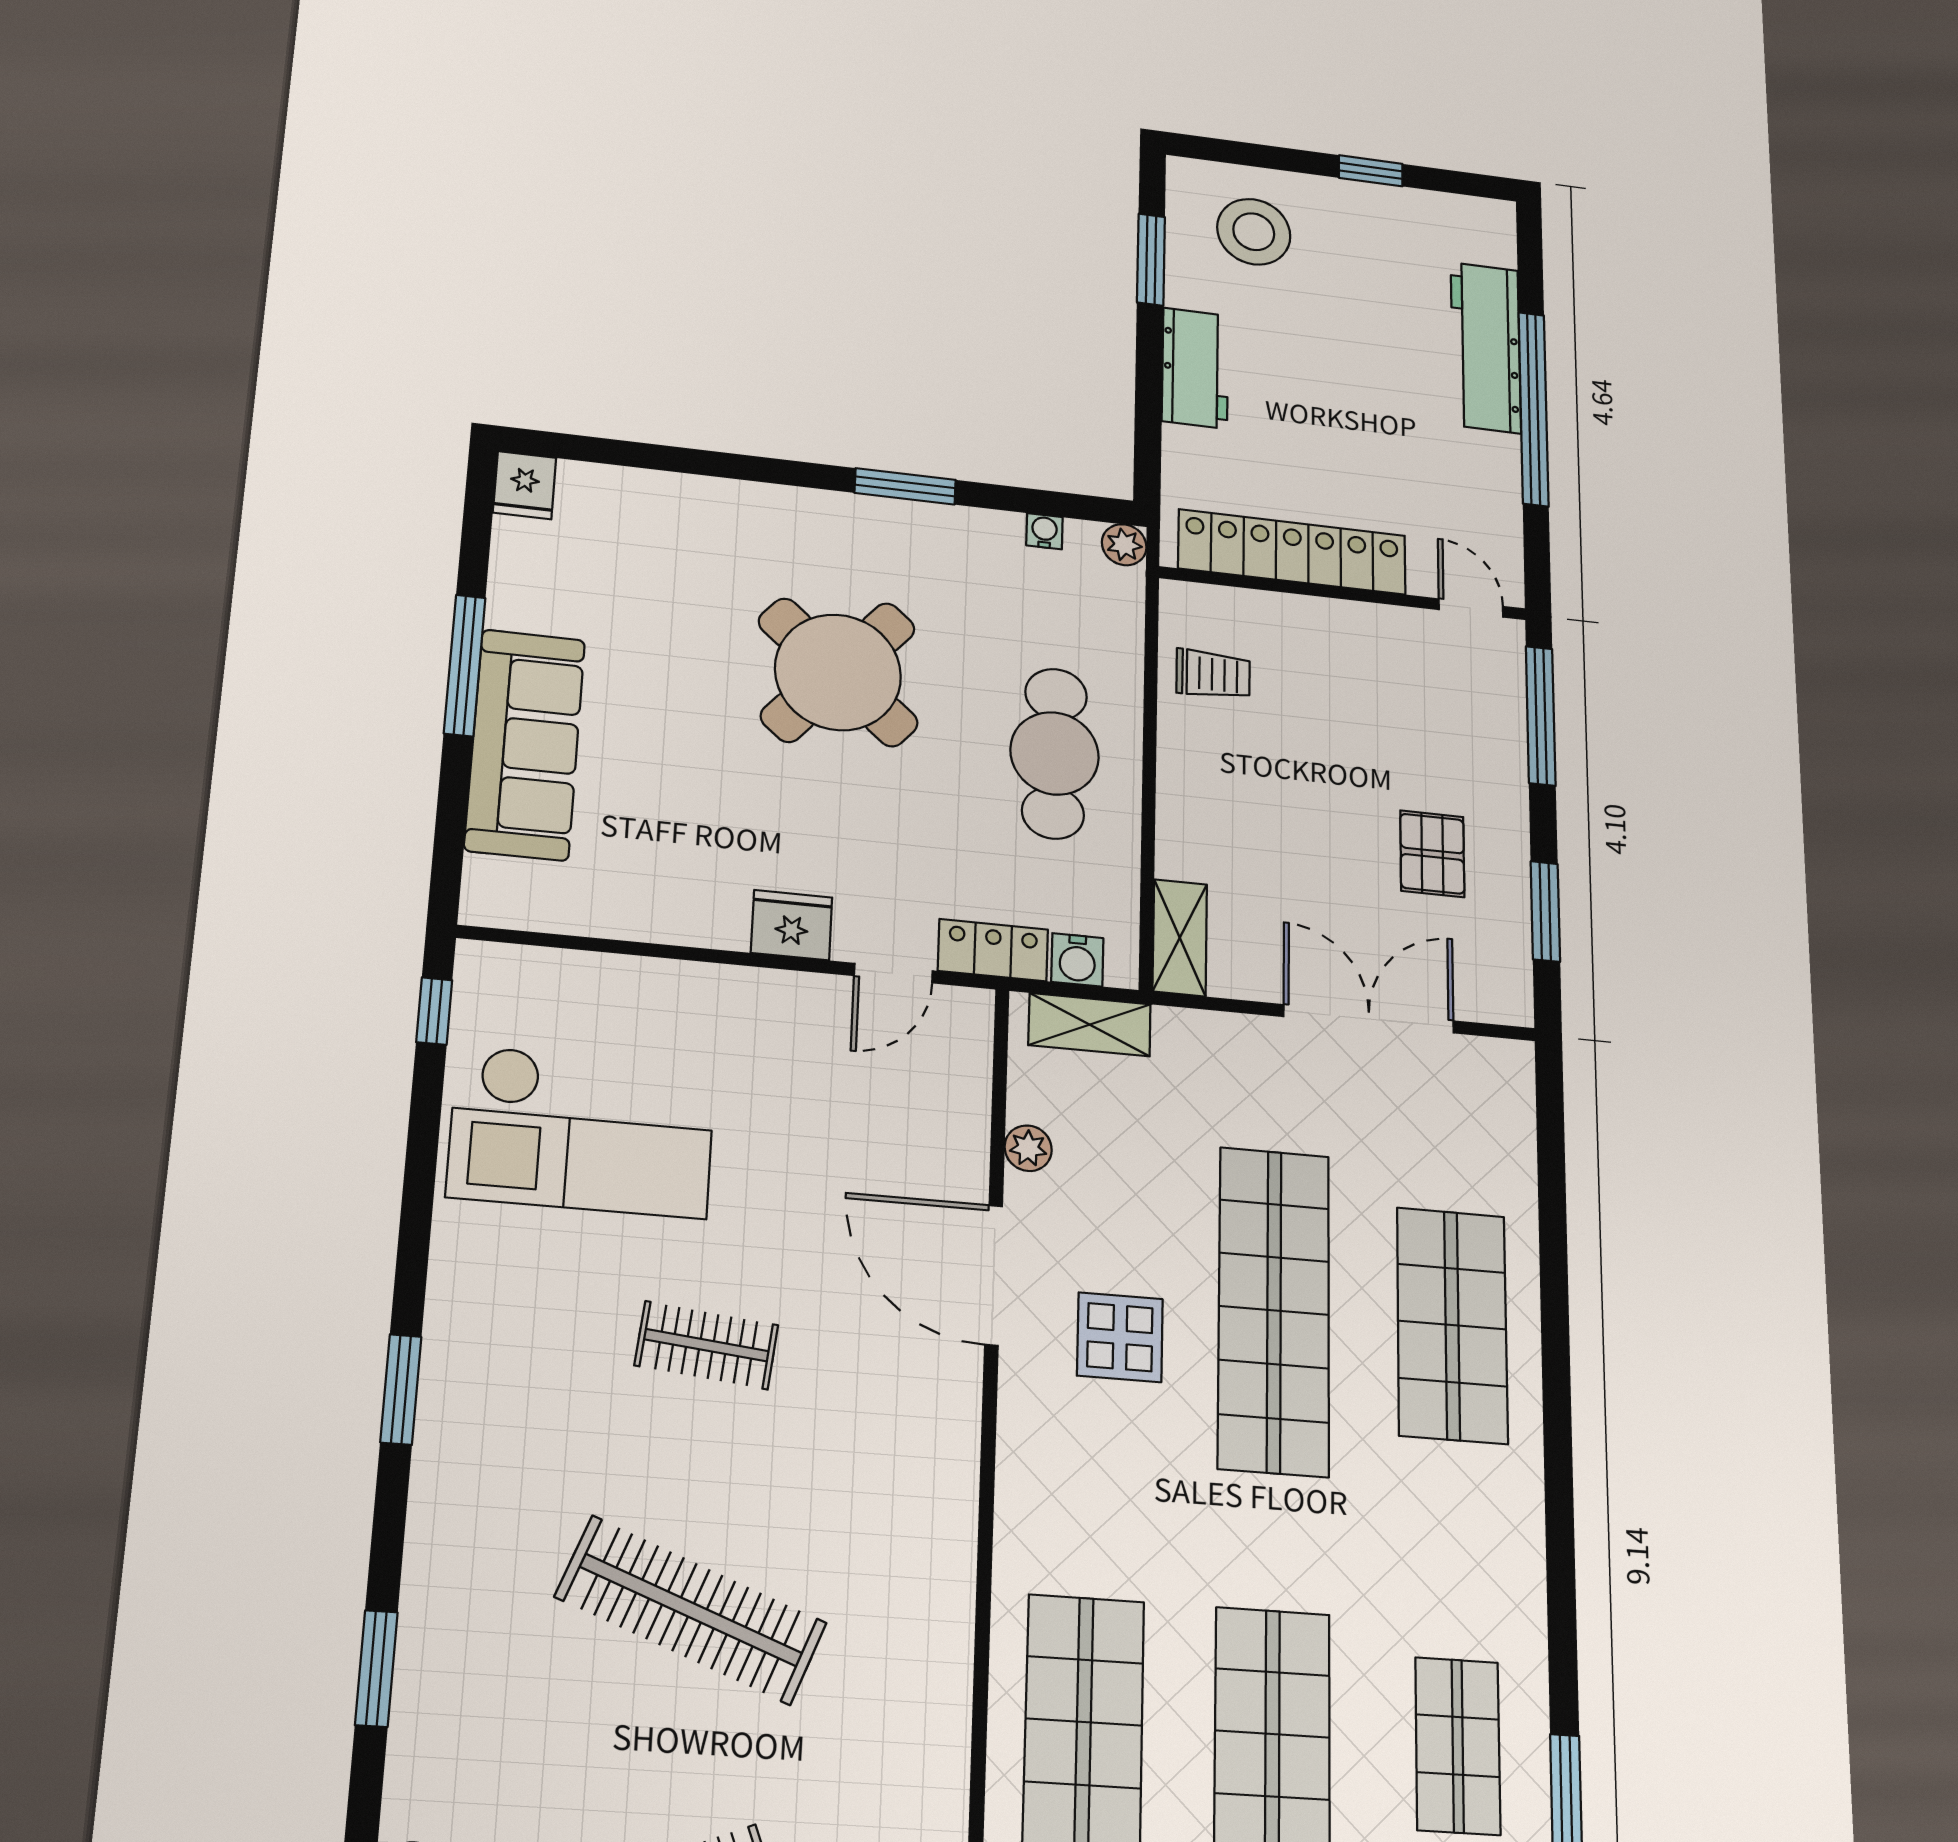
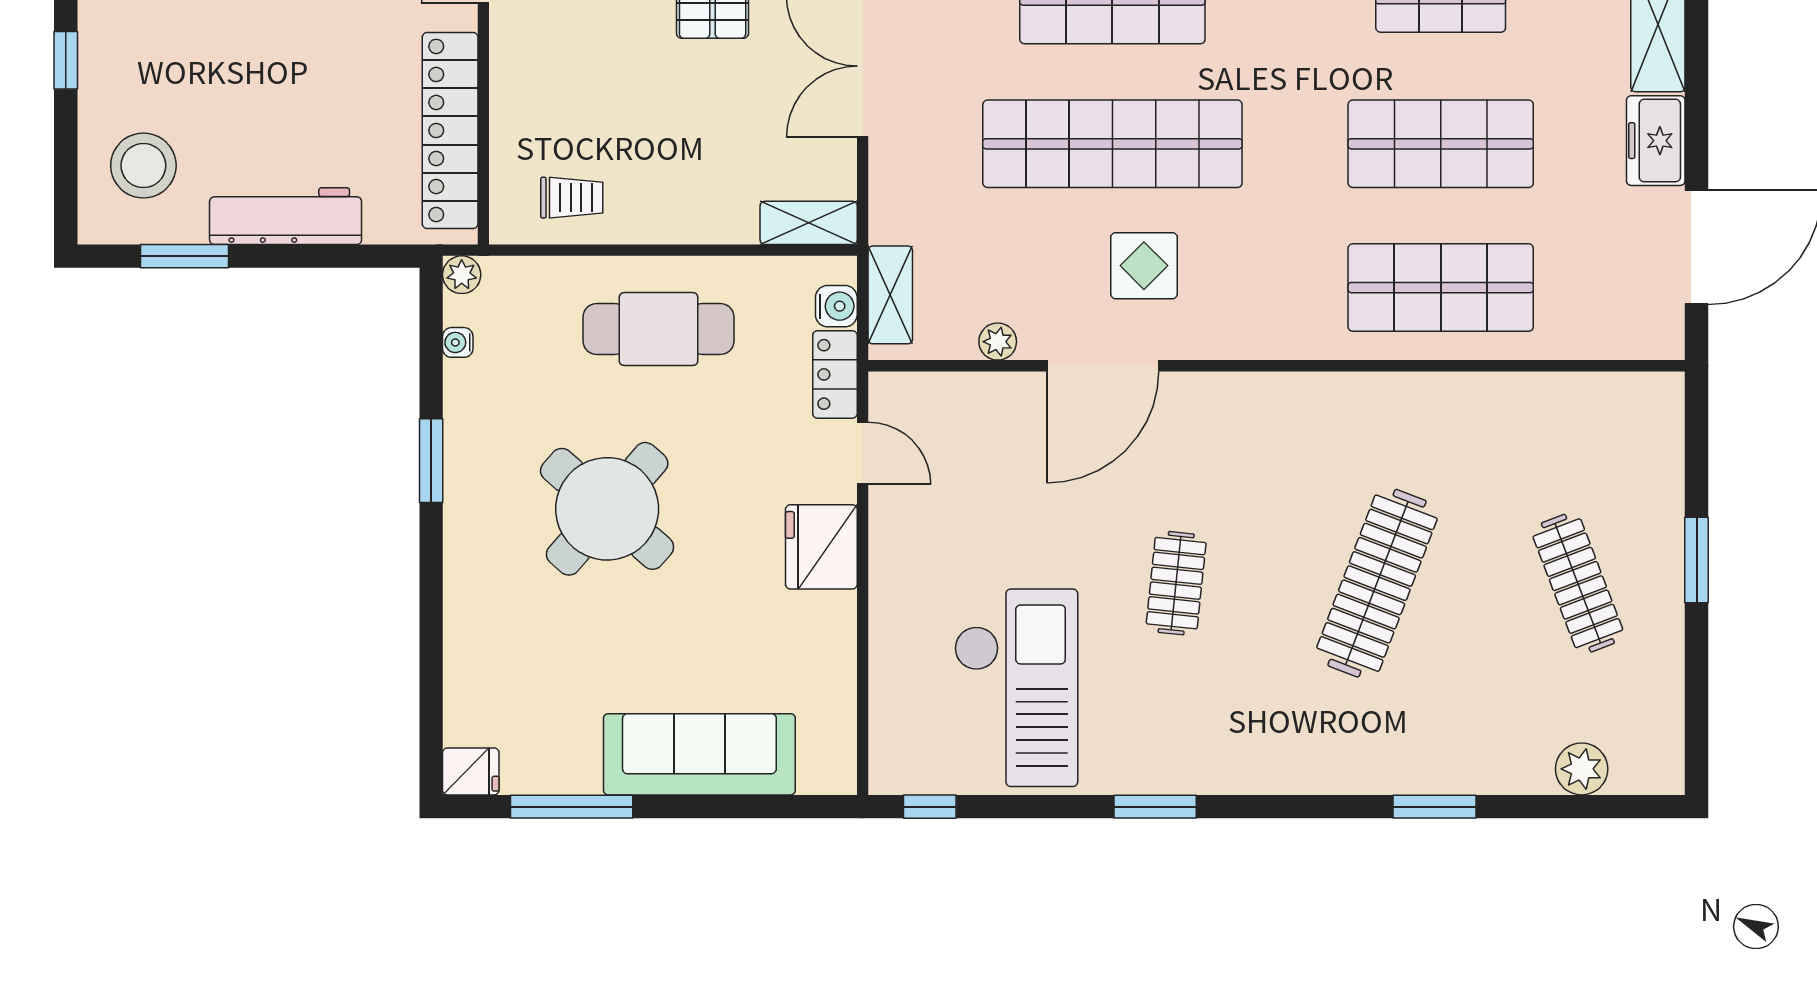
workbench: (1195, 368) -> (286, 216), width x1.38
window: (465, 665) -> (572, 807), moved
trolley: (1213, 674) -> (572, 198), turned 90
fridge: (792, 925) -> (821, 547), width x1.36, depth x1.34
window: (401, 1389) -> (1155, 807), moved

